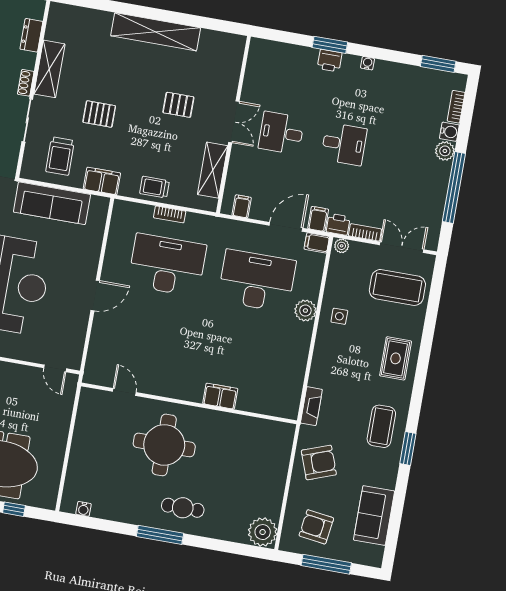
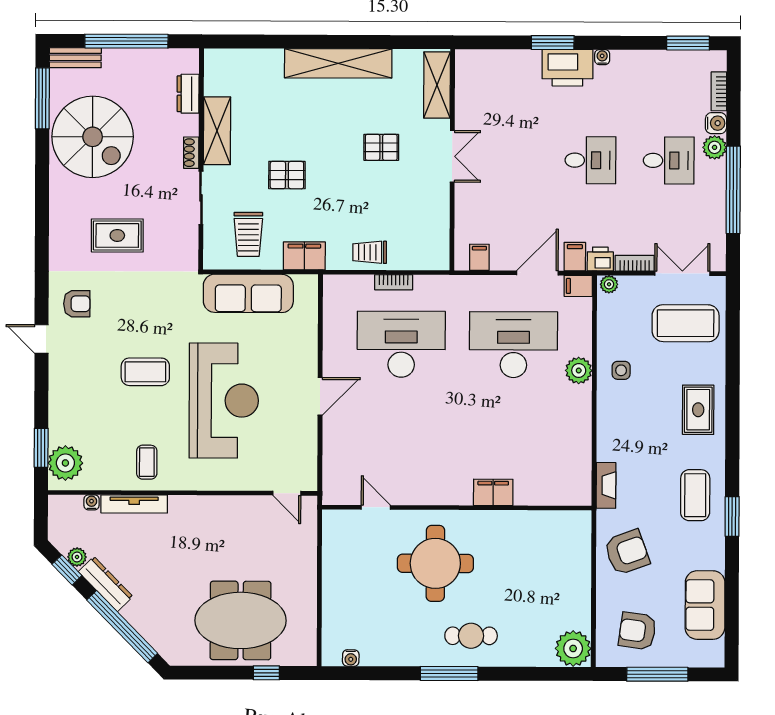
printer: (330, 61) -> (567, 68), width x1.87, depth x1.48
desk: (281, 133) -> (669, 160), moved, turned 180
shelving: (213, 170) -> (437, 85), moved

